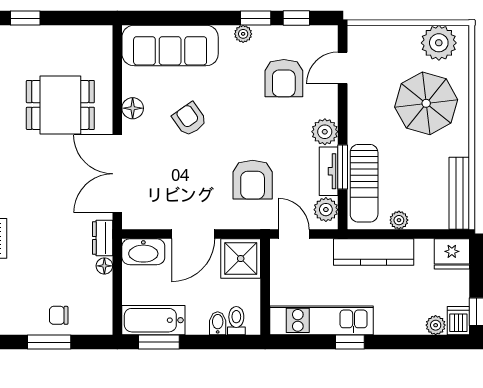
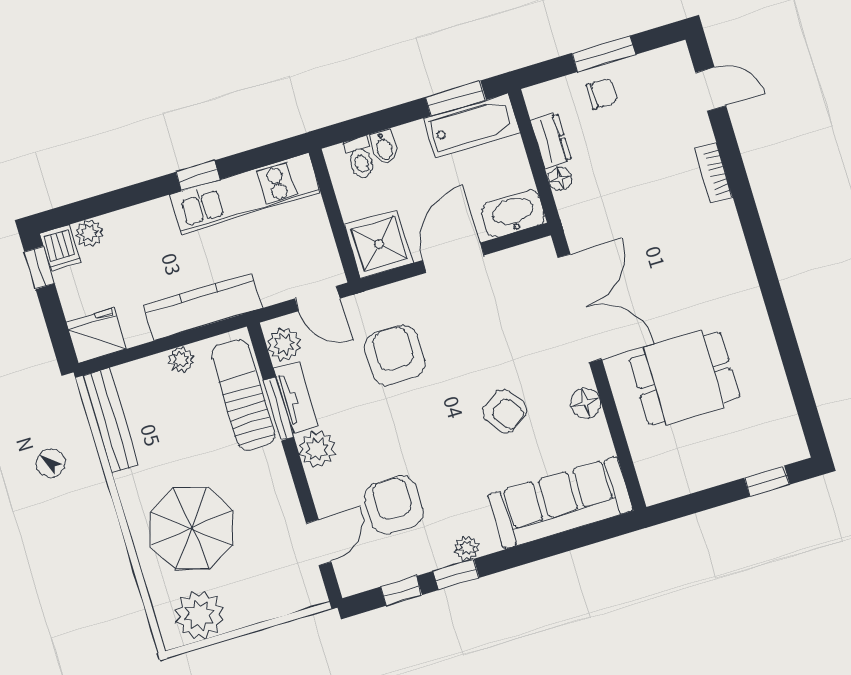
dresser: (103, 238) -> (551, 140), moved

